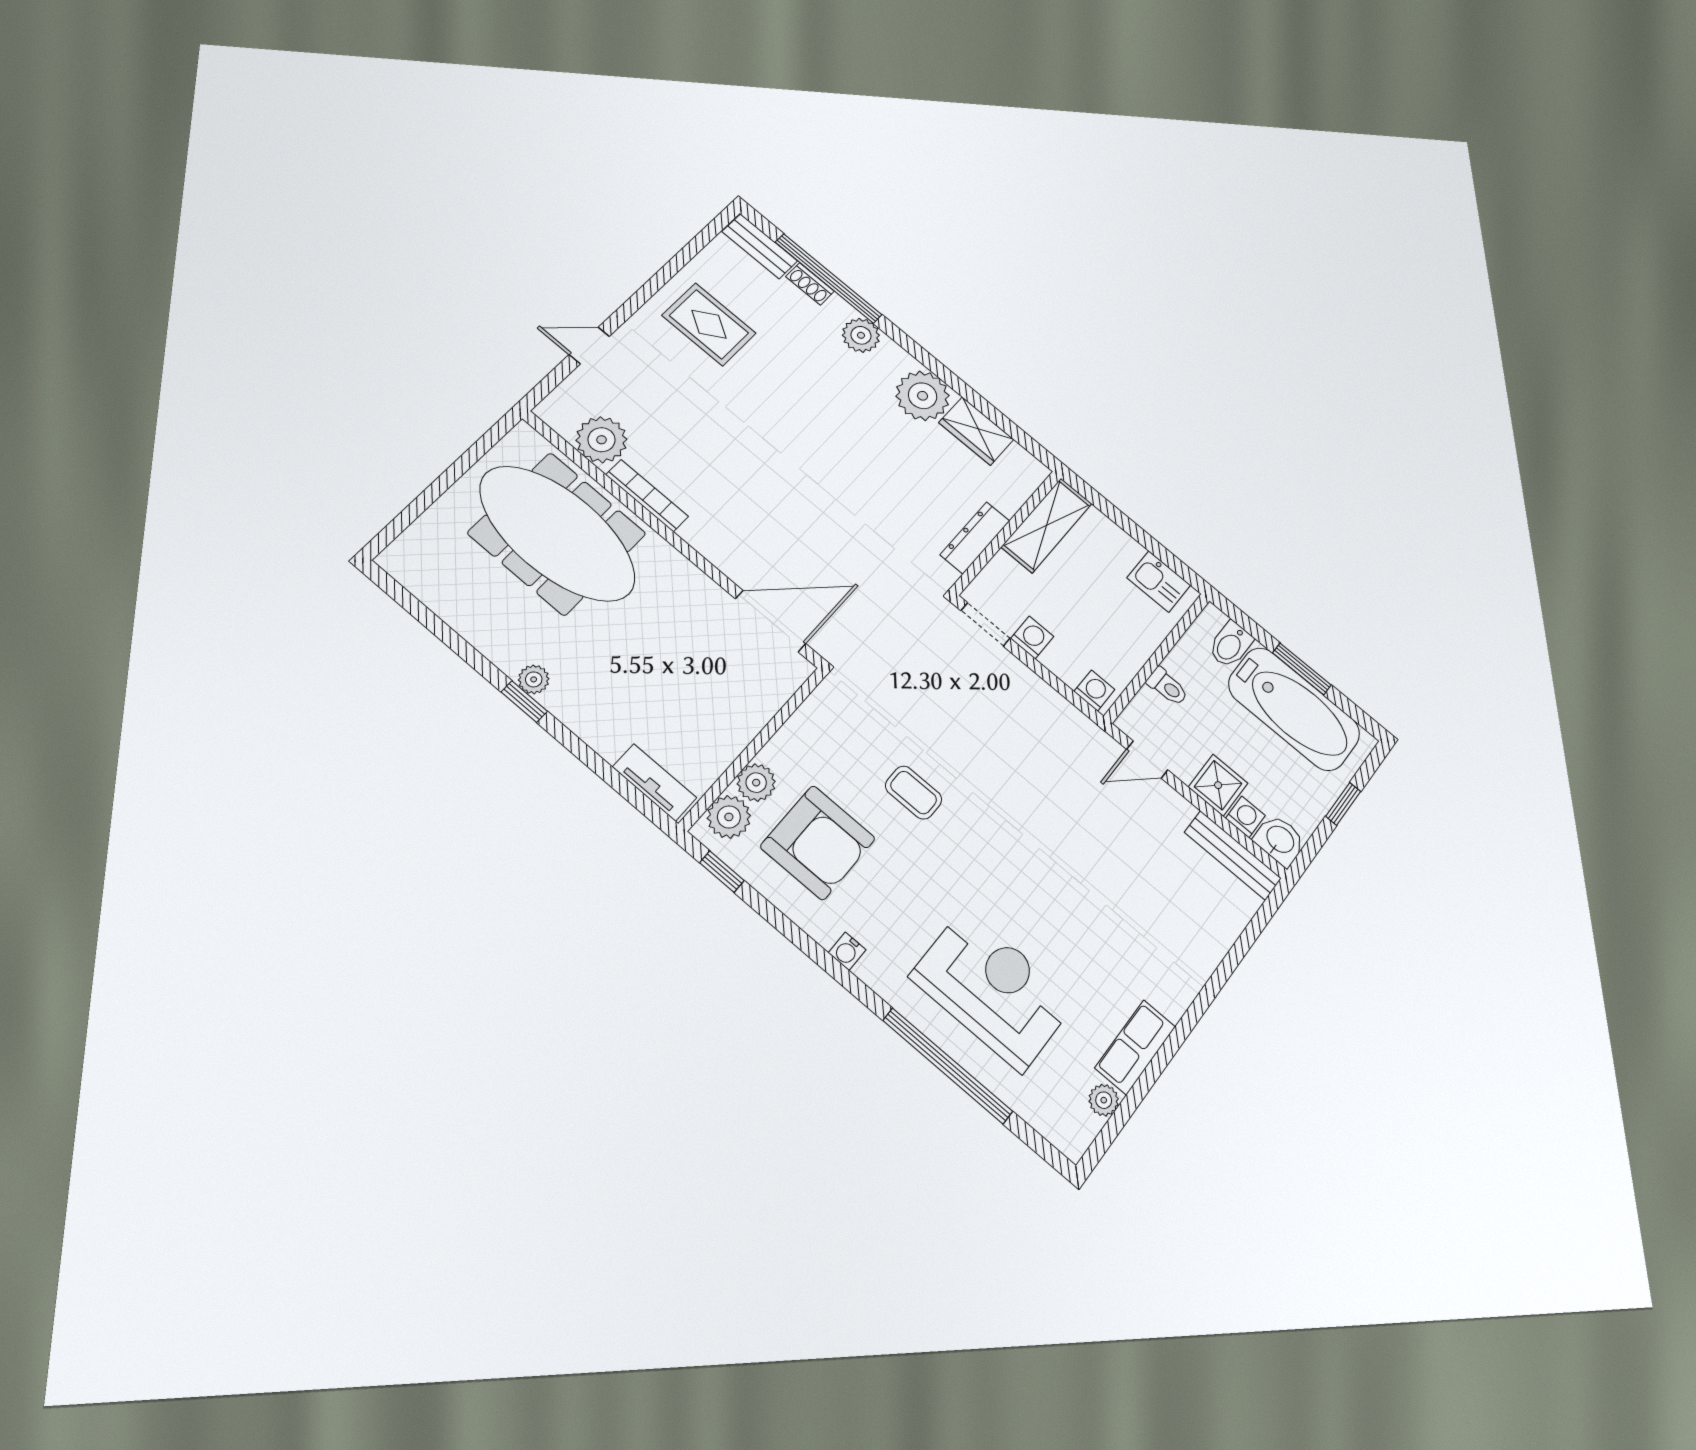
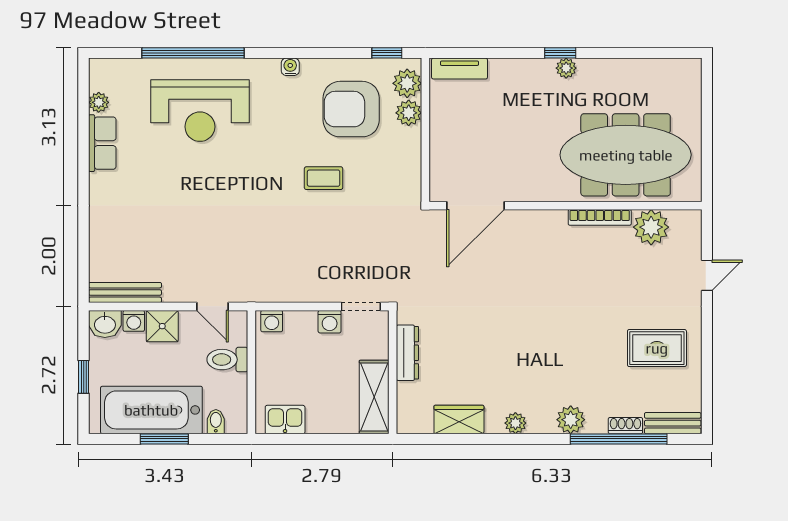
plant: (923, 396) -> (515, 423), width x0.53, depth x0.53
bidet: (1231, 645) -> (216, 422), width x0.72, depth x0.74
toilet: (1167, 687) -> (227, 360), width x1.37, depth x1.39
door: (1147, 760) -> (213, 306), swing flipped

